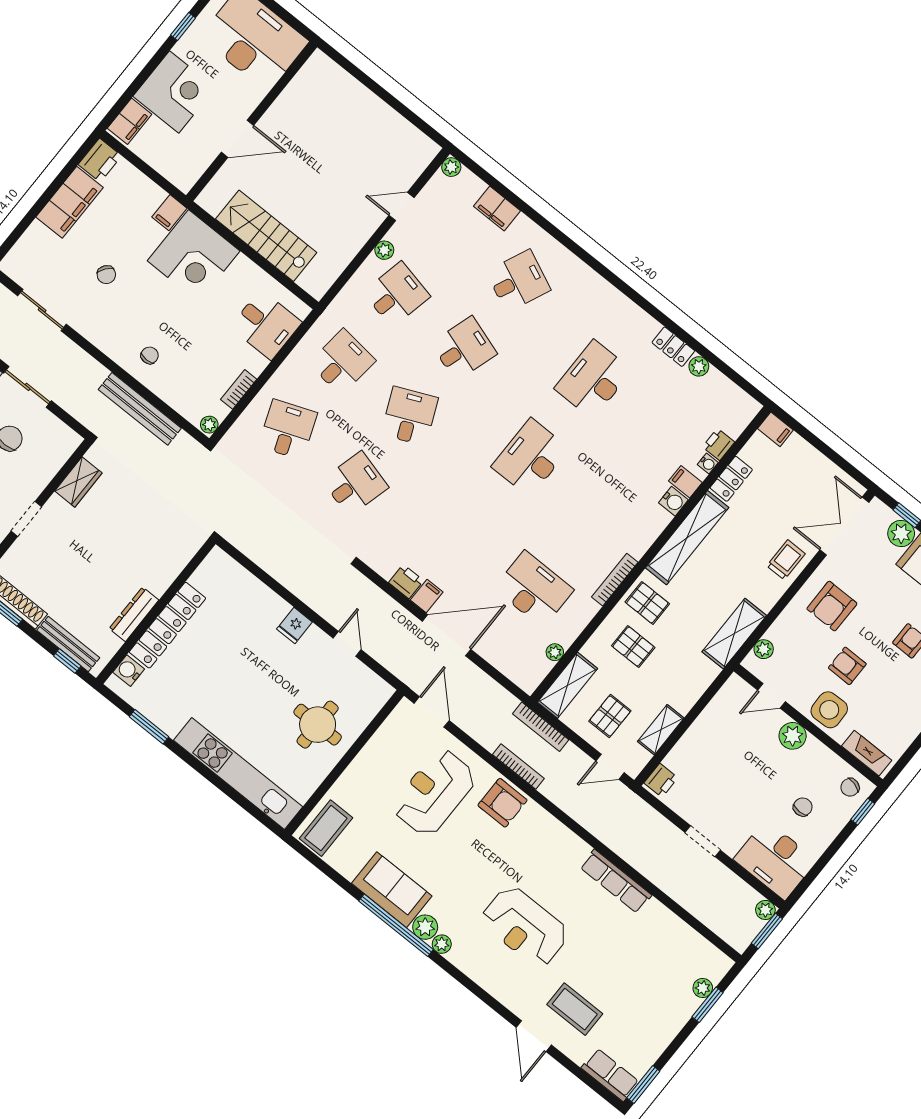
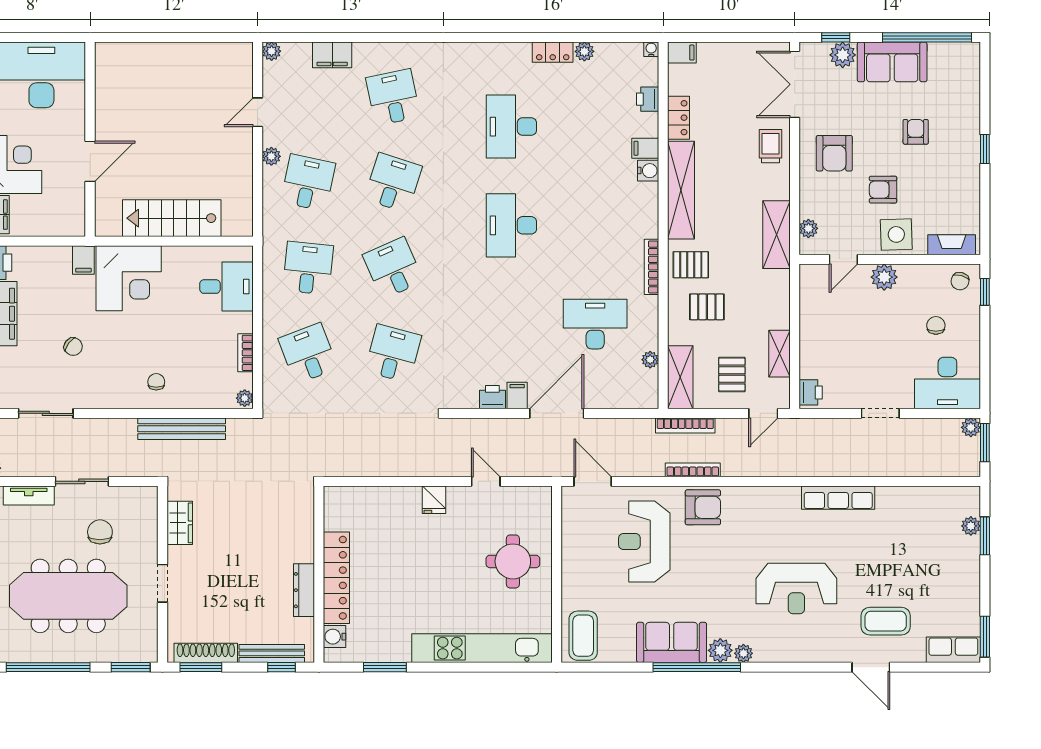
desk: (518, 281) -> (393, 97), turned -36
water cooler: (708, 464) -> (651, 49), moved, turned -90

